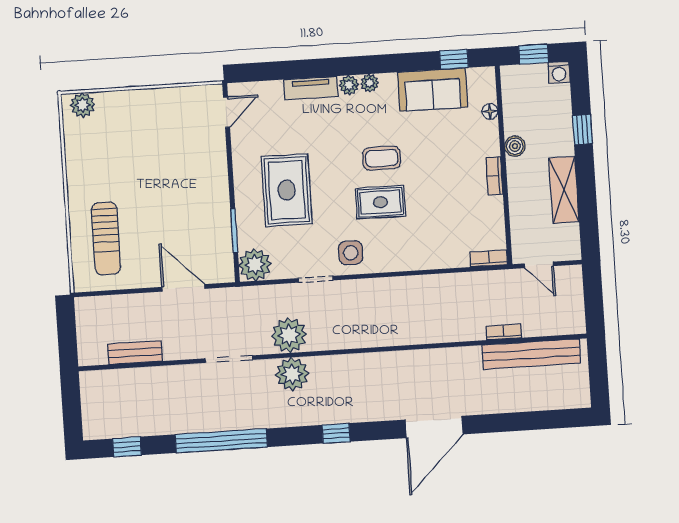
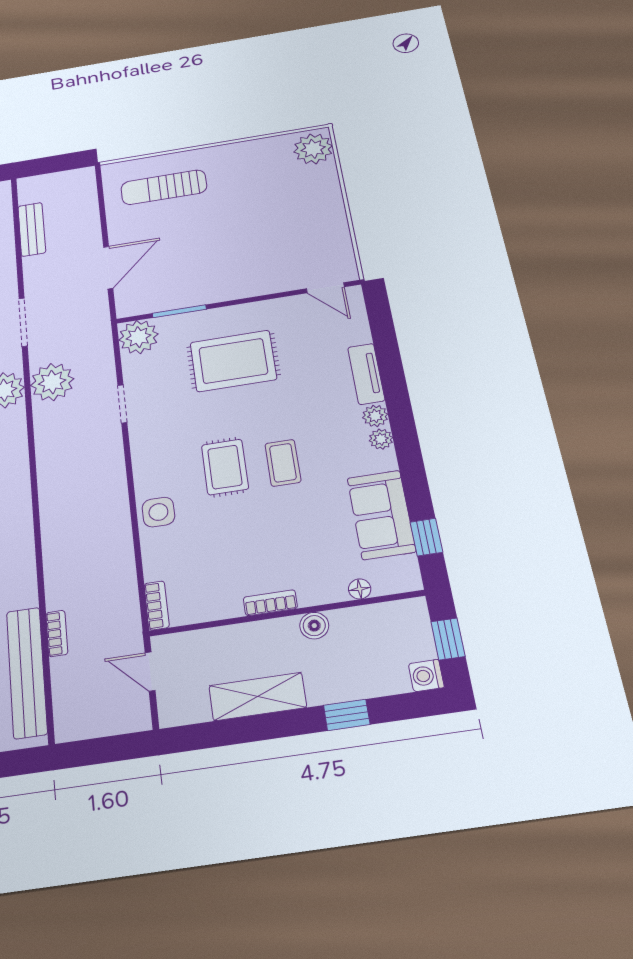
plant: (83, 105) -> (313, 149), width x1.36, depth x1.36
side table: (351, 253) -> (158, 512), moved
door: (539, 265) -> (150, 672), hinge flipped

